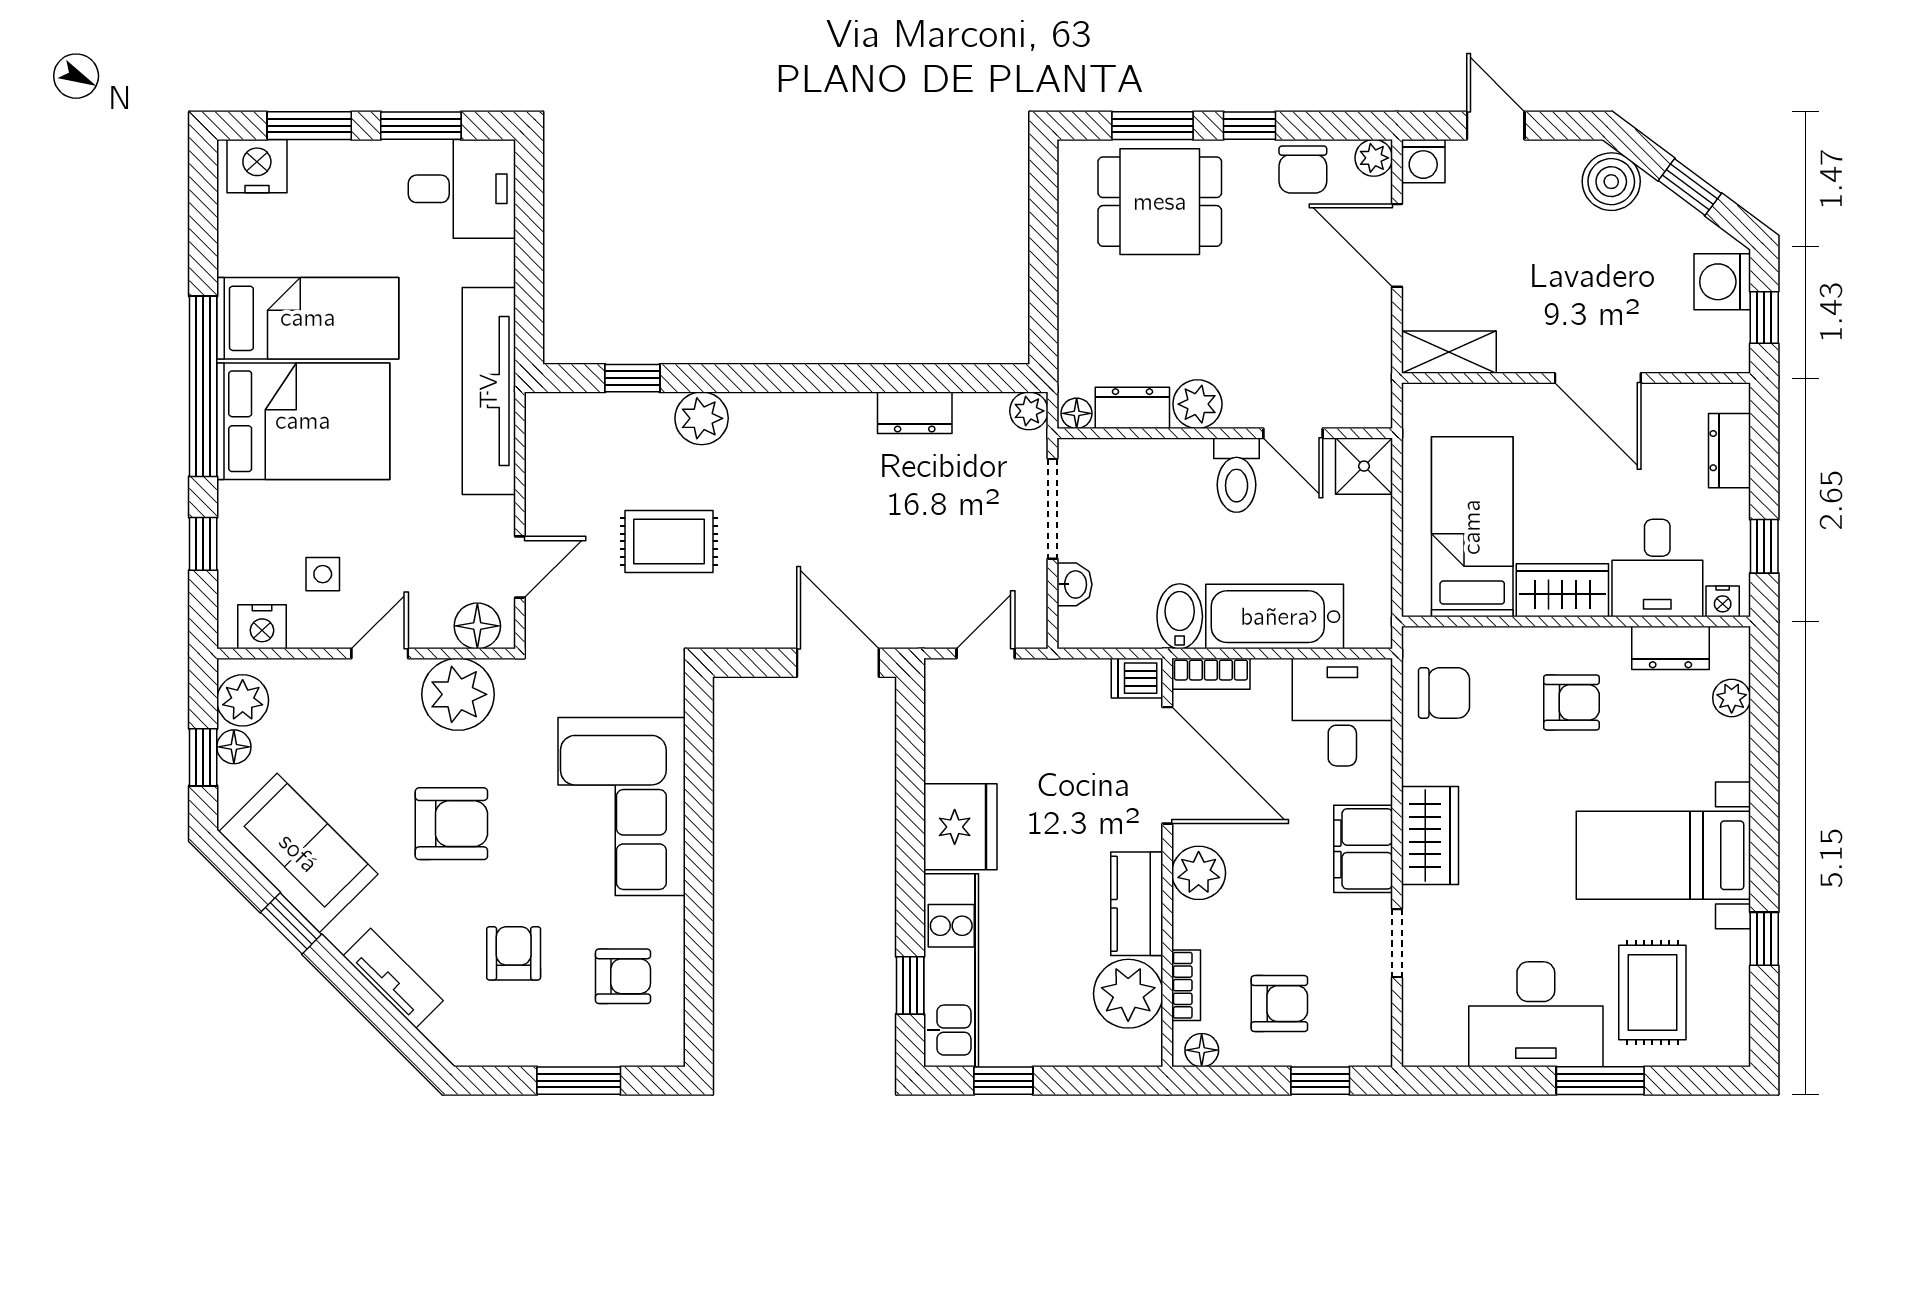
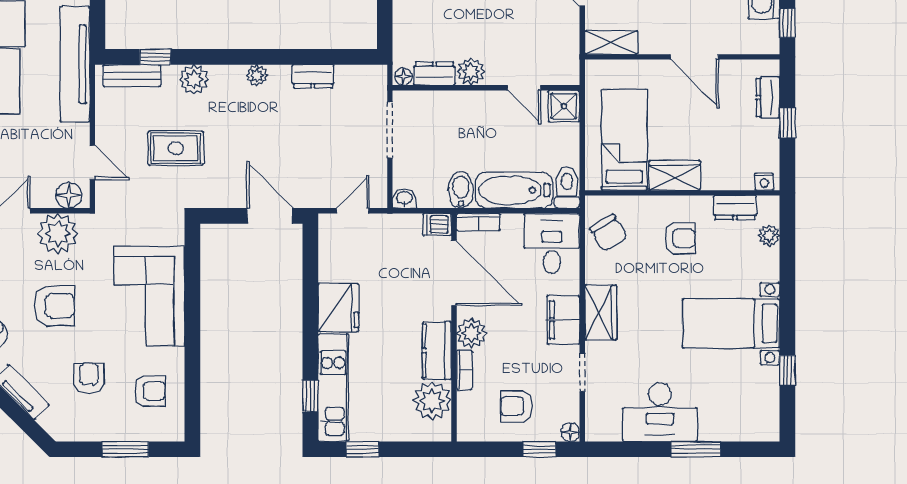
plant: (1029, 411) -> (257, 75), moved
bench: (590, 412) -> (132, 76), added
toilet: (1237, 475) -> (567, 187), moved, turned 180
window: (1764, 546) -> (787, 123), moved
door: (520, 567) -> (92, 162), hinge flipped
desk: (1657, 568) -> (728, 163), removed
washbasin: (1075, 584) -> (404, 199), moved, turned -90
chair: (1444, 693) -> (609, 233), turned 58
bookcase: (1186, 985) -> (464, 370), moved
rug: (1652, 992) -> (725, 400), removed
armchair: (1279, 1004) -> (517, 406), turned 180
floor lamp: (1202, 1050) -> (570, 432), moved

